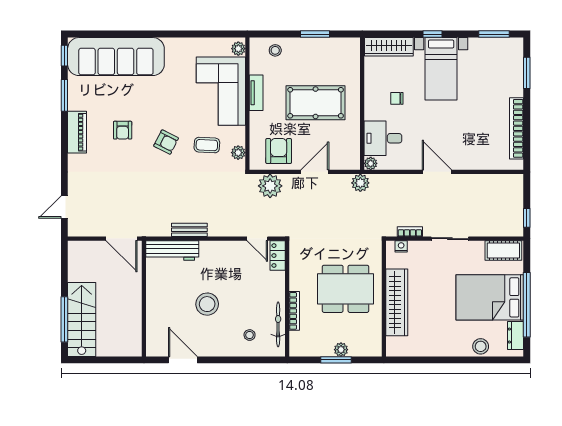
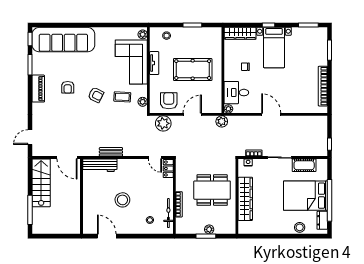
cot: (503, 251) -> (304, 165), moved
stairs: (82, 320) -> (41, 183), moved

